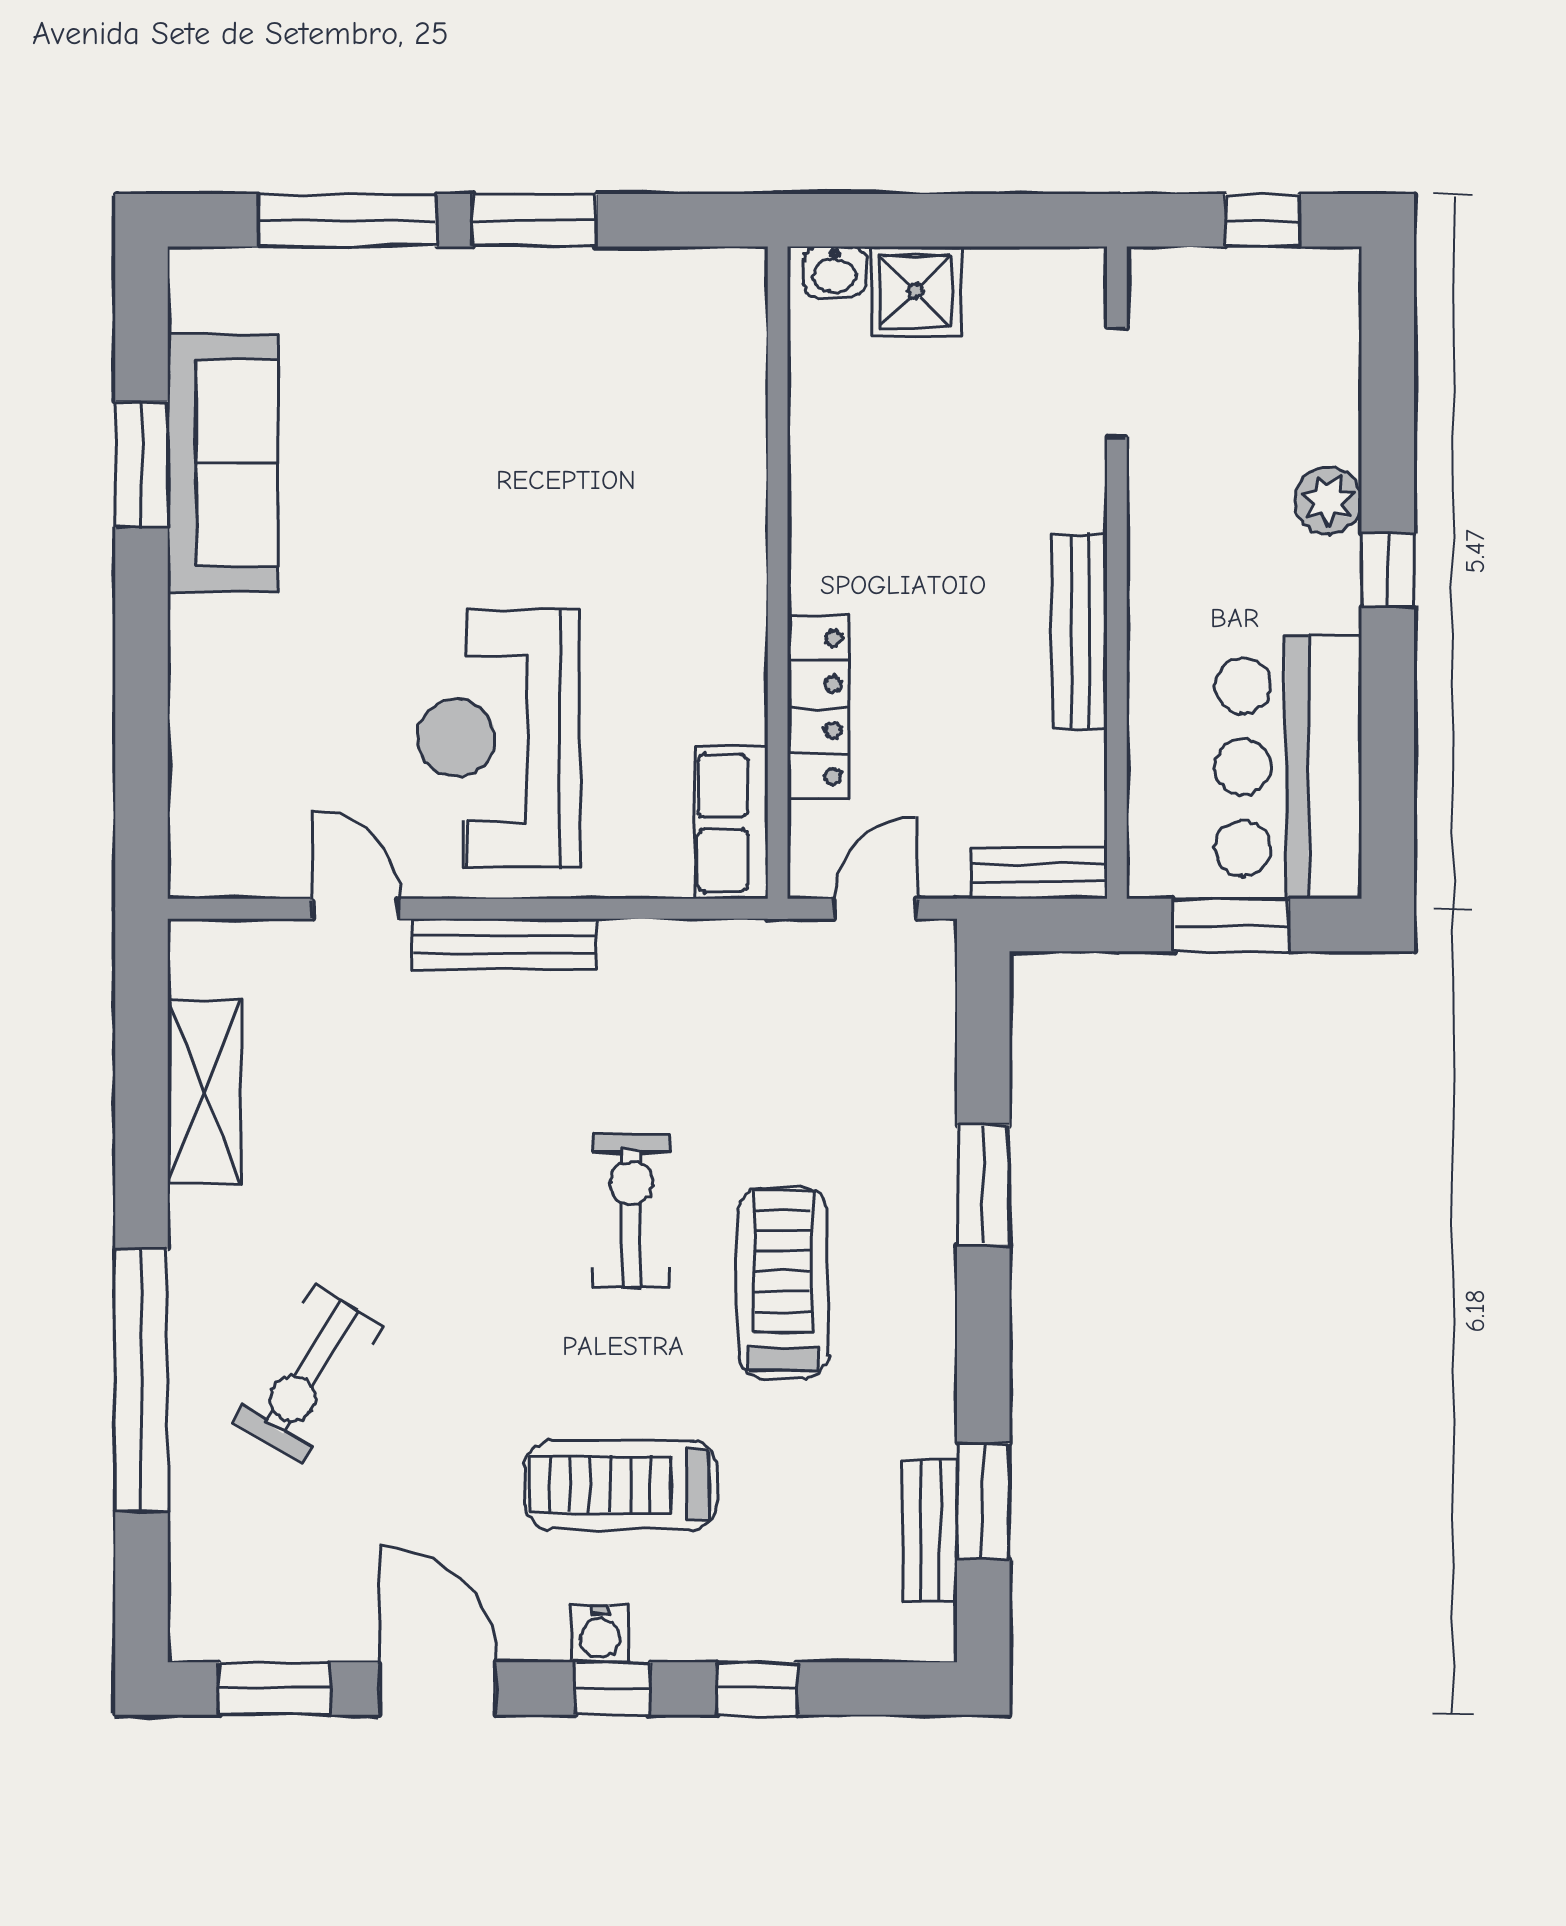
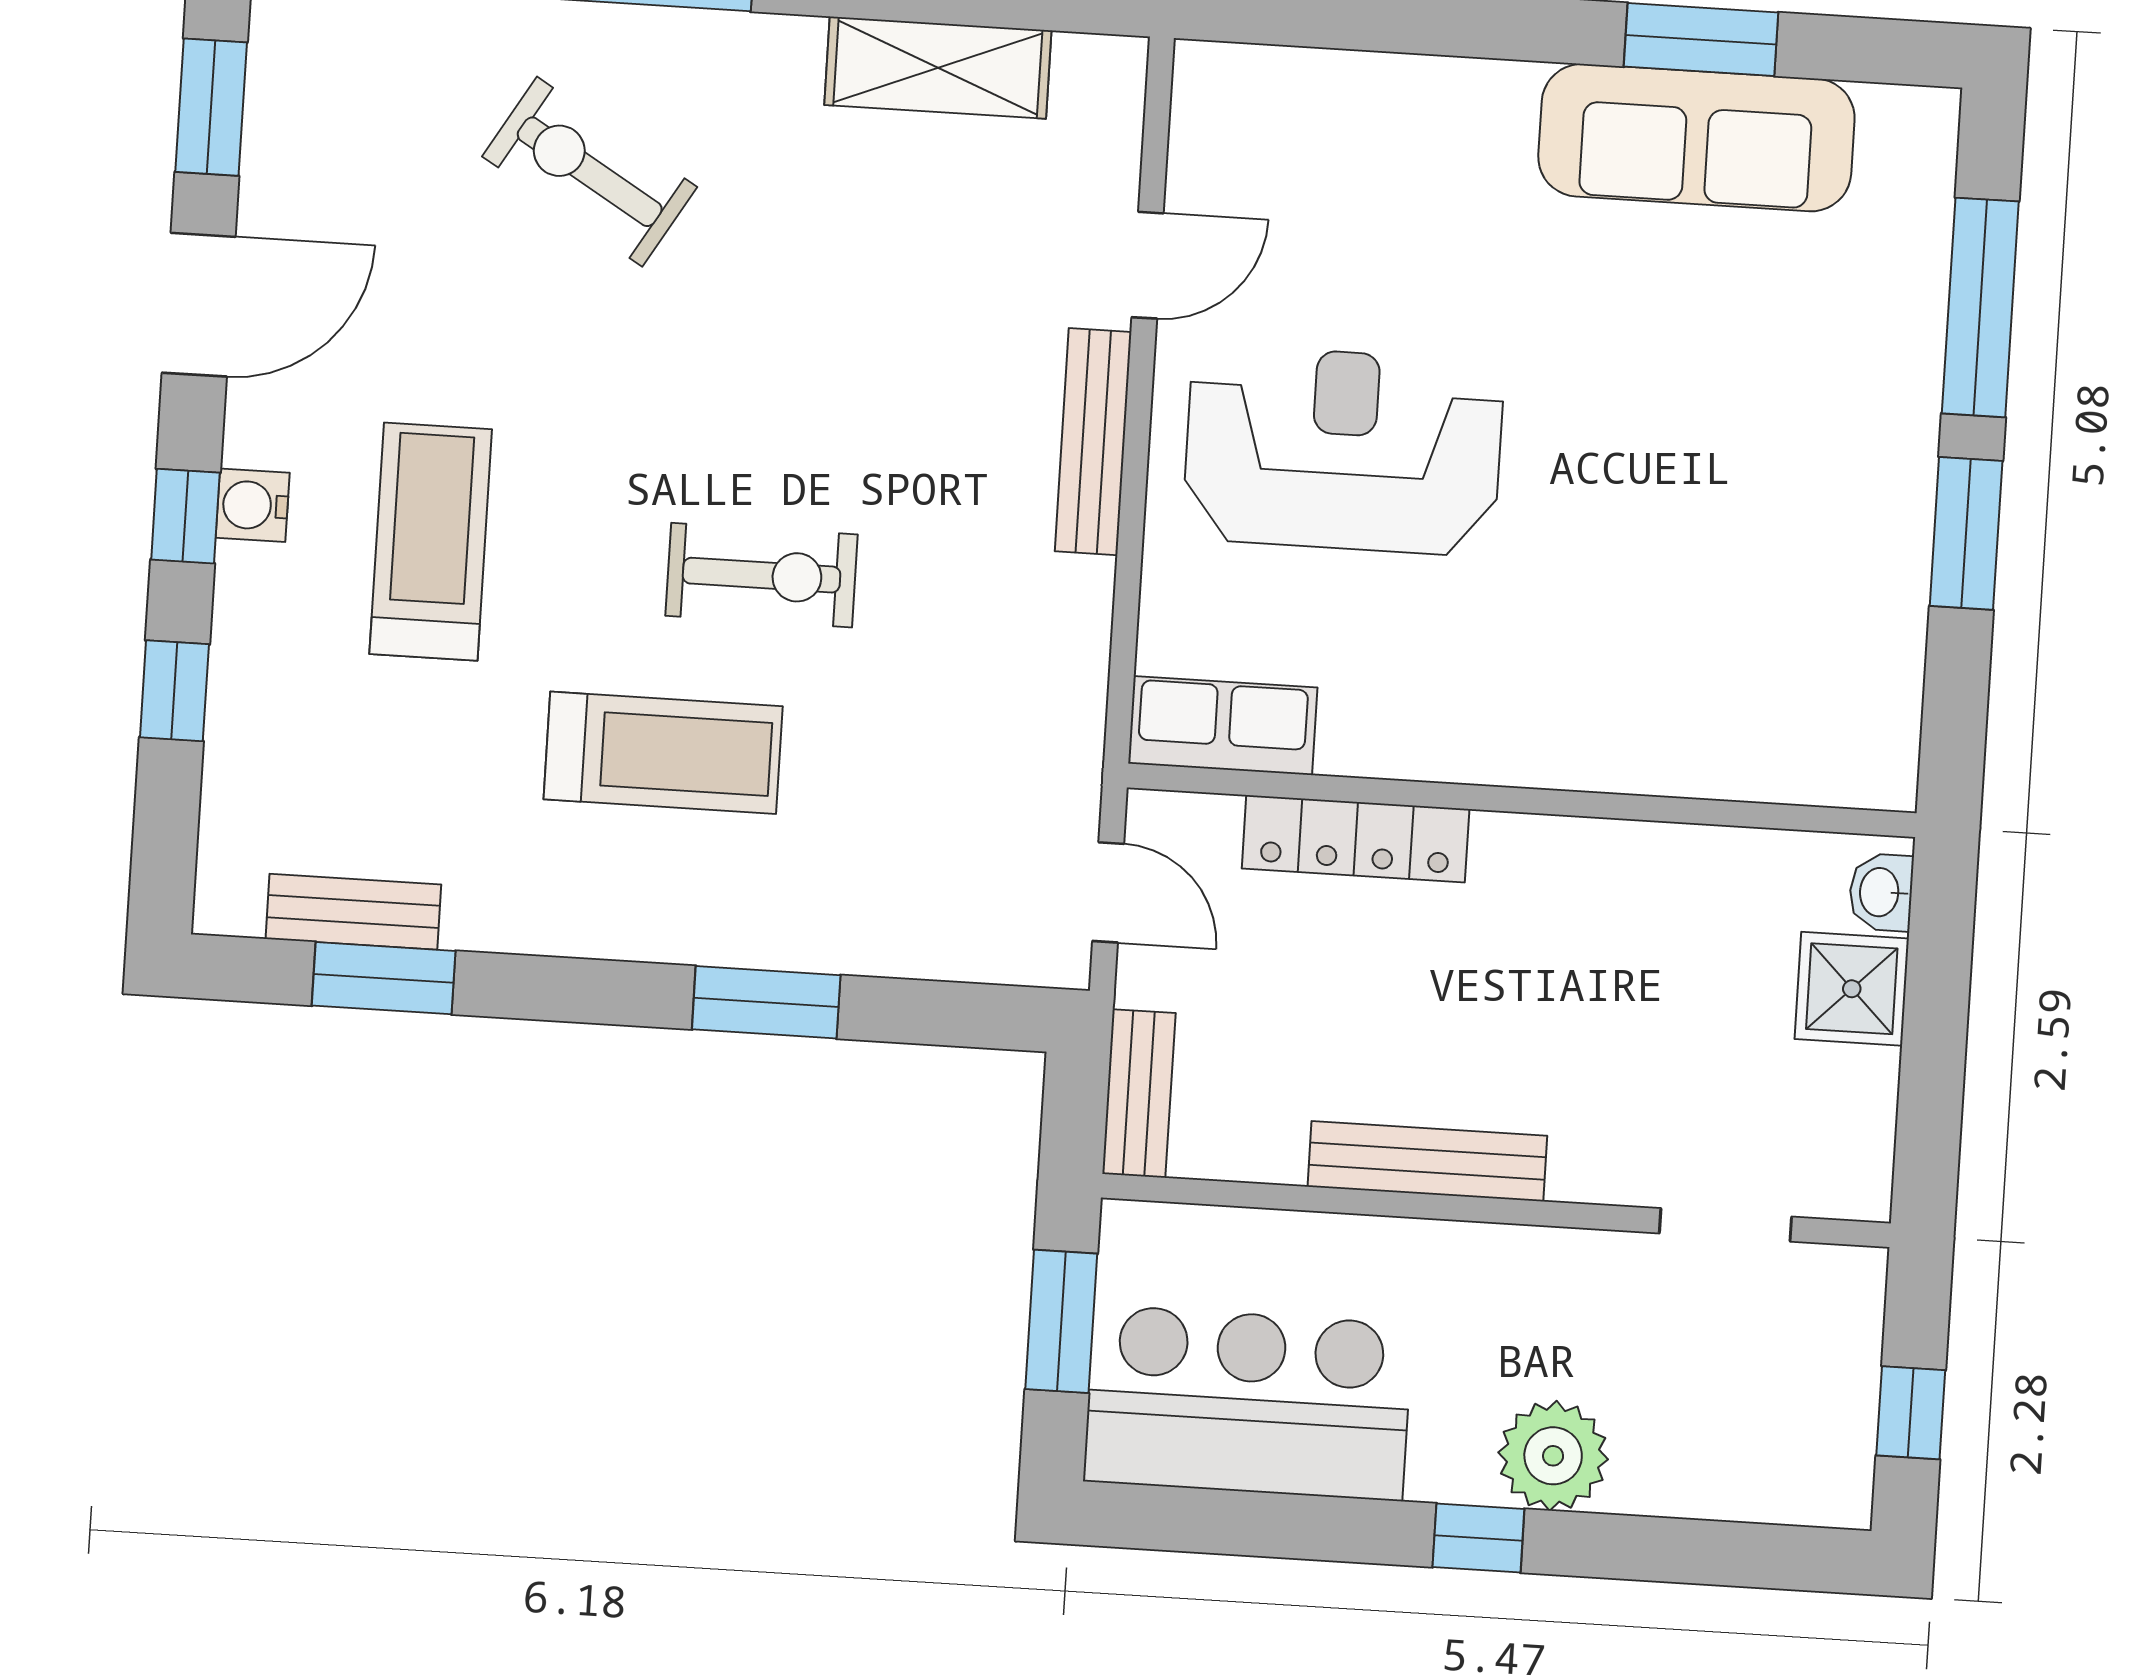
plant: (1328, 501) -> (1553, 1456), width x1.36, depth x1.36

